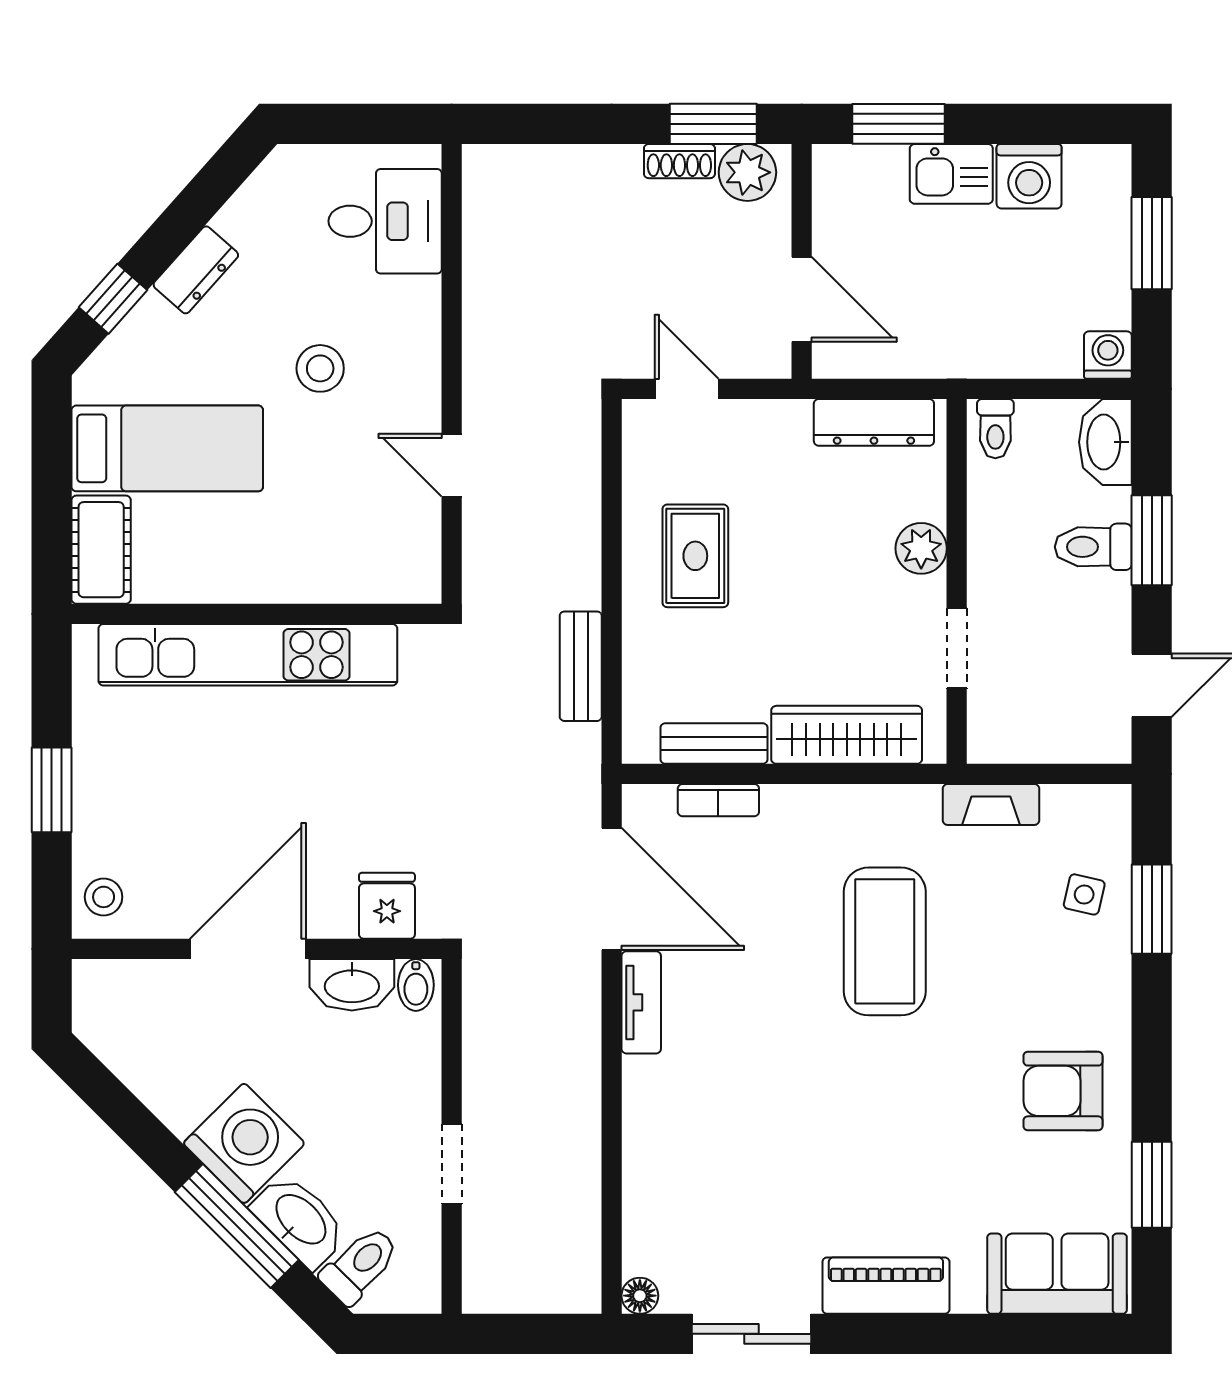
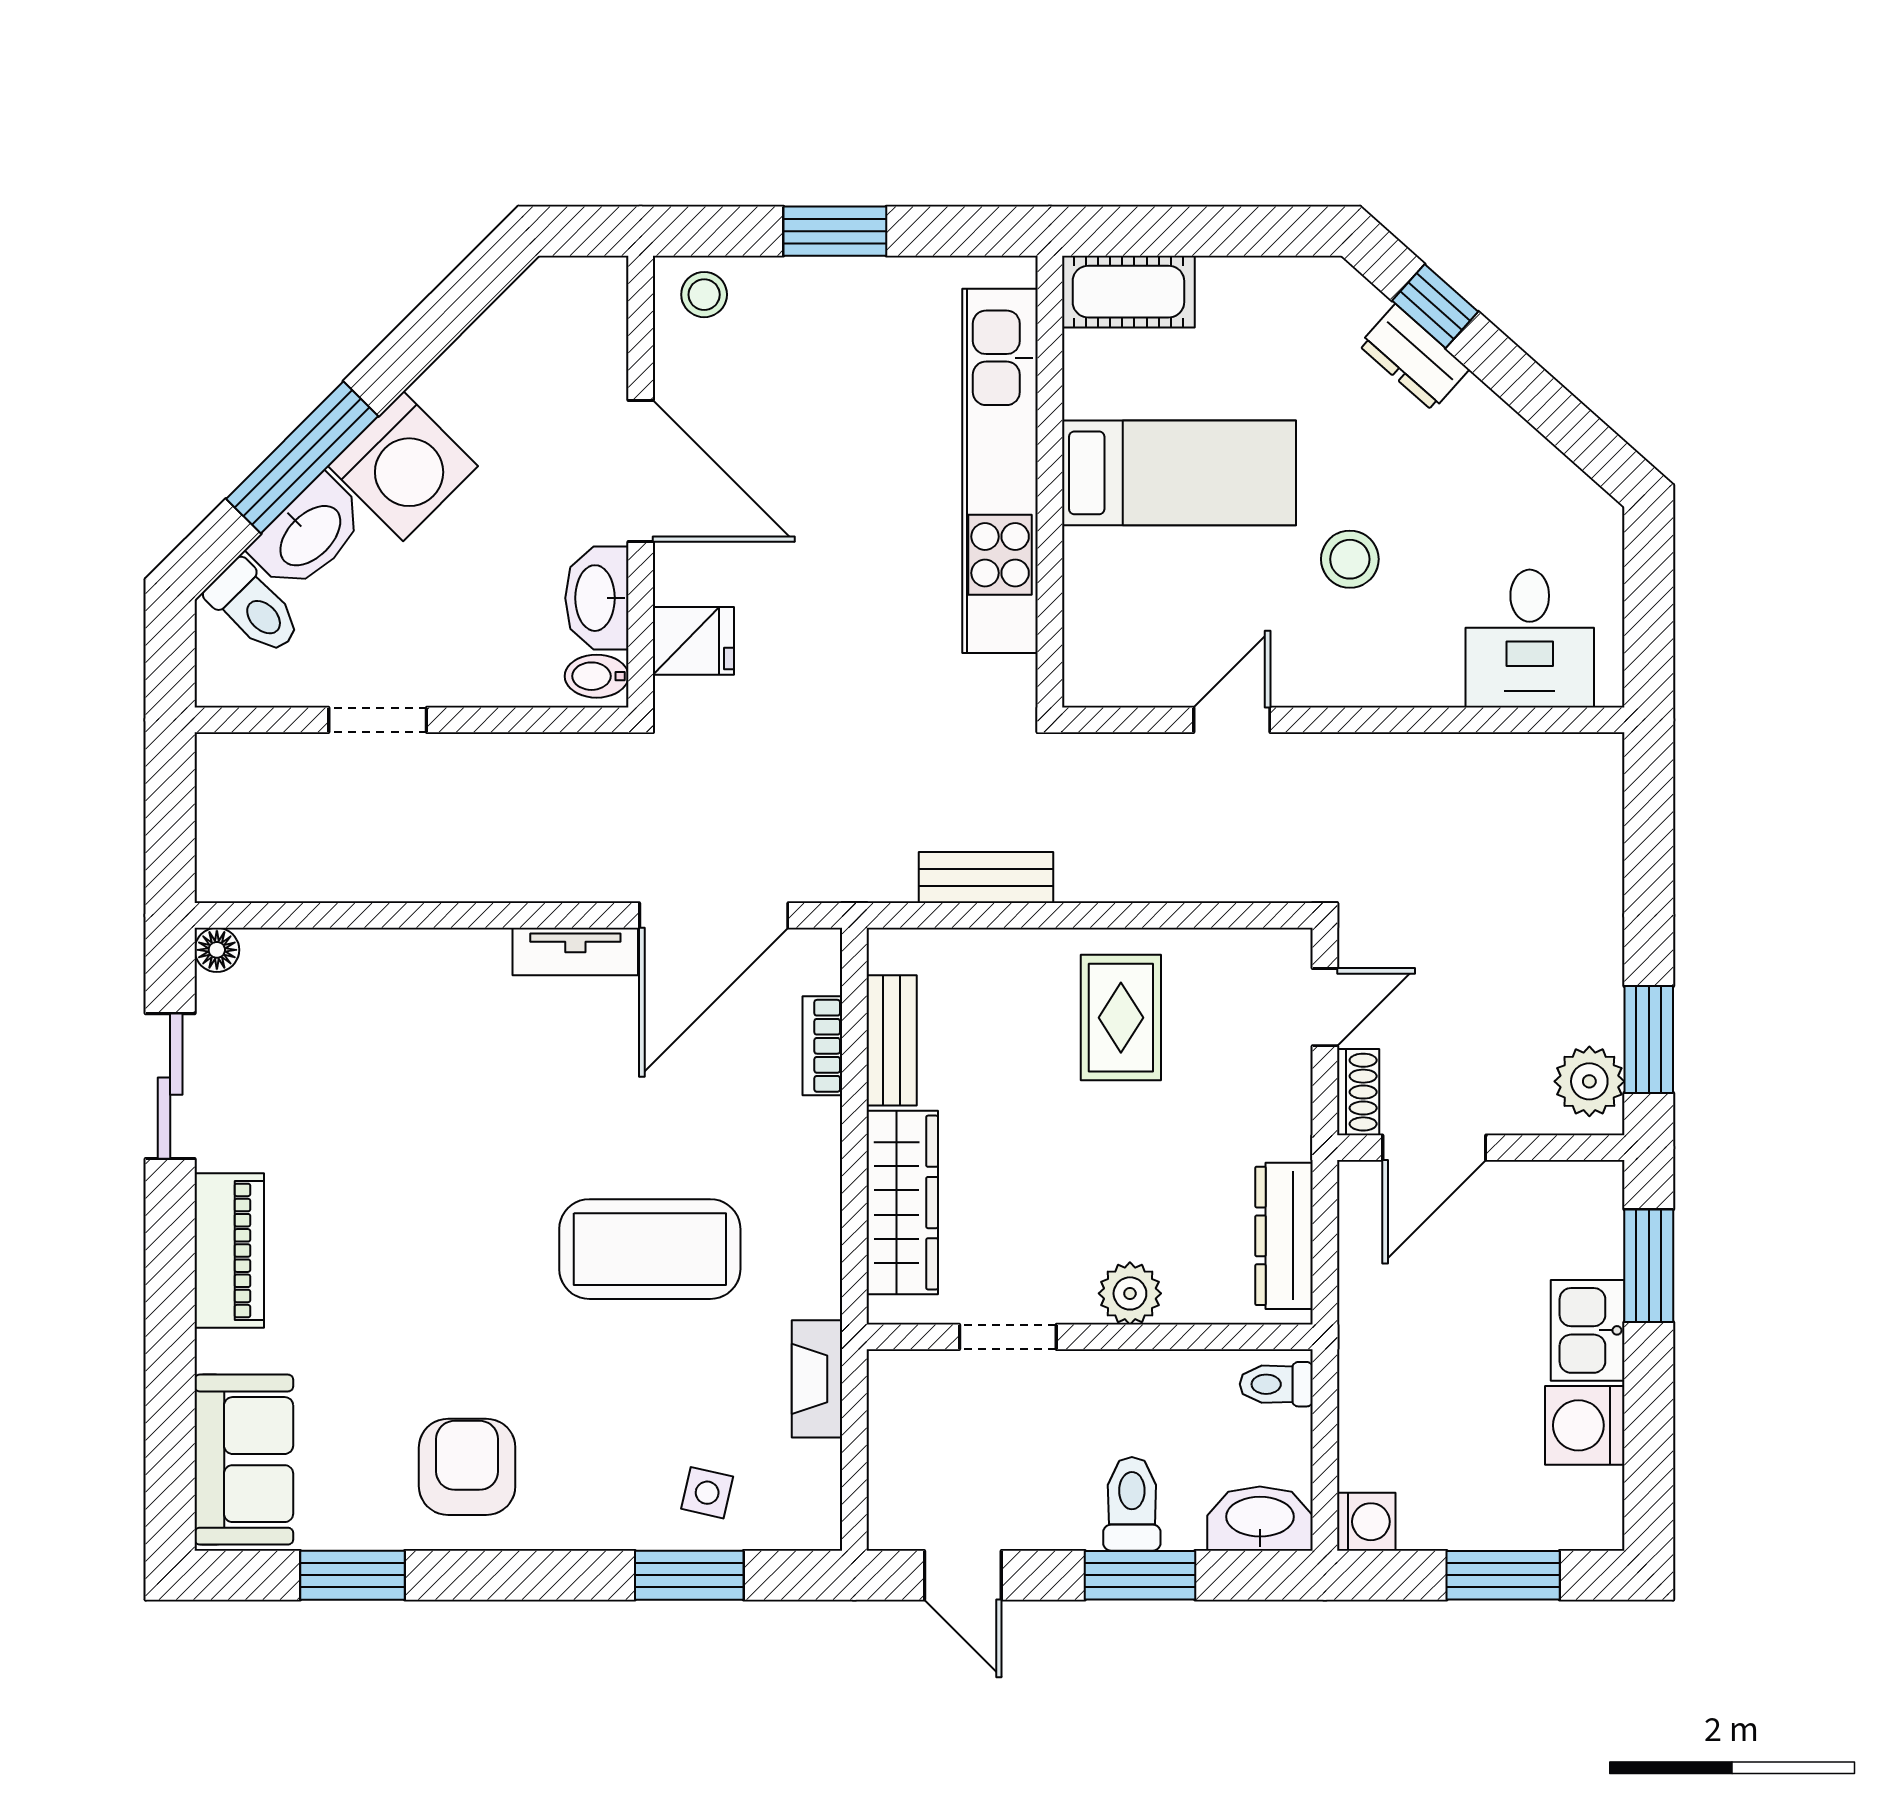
shoe rack: (679, 161) -> (1358, 1092), moved, turned 180
dresser: (196, 270) -> (1414, 357), moved
bed: (167, 448) -> (1179, 473), moved, turned -90
rug: (695, 556) -> (1121, 1018), turned 90

